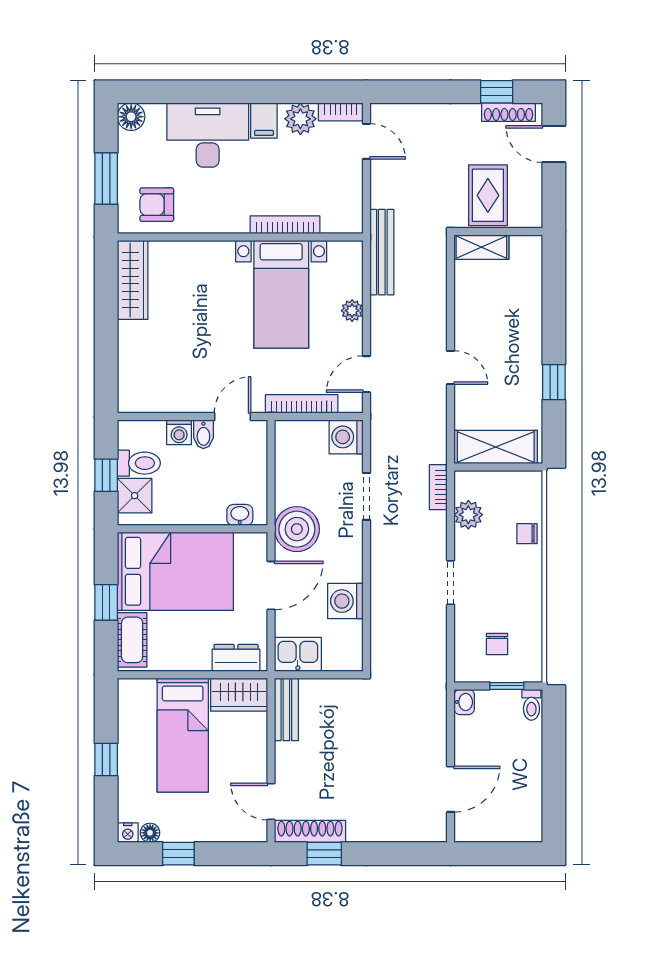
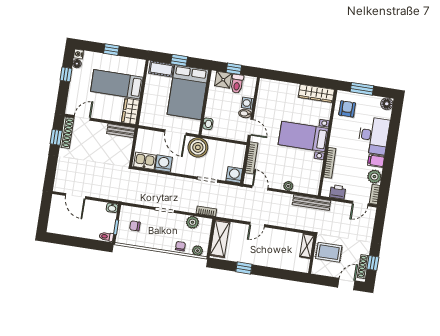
printer: (348, 196) -> (338, 192), added
bed with nightstands: (281, 294) -> (303, 137), moved
plant: (531, 493) -> (197, 251), added
kitchen sink: (298, 654) -> (145, 161), moved, turned -90
dresser: (236, 658) -> (146, 112), removed

